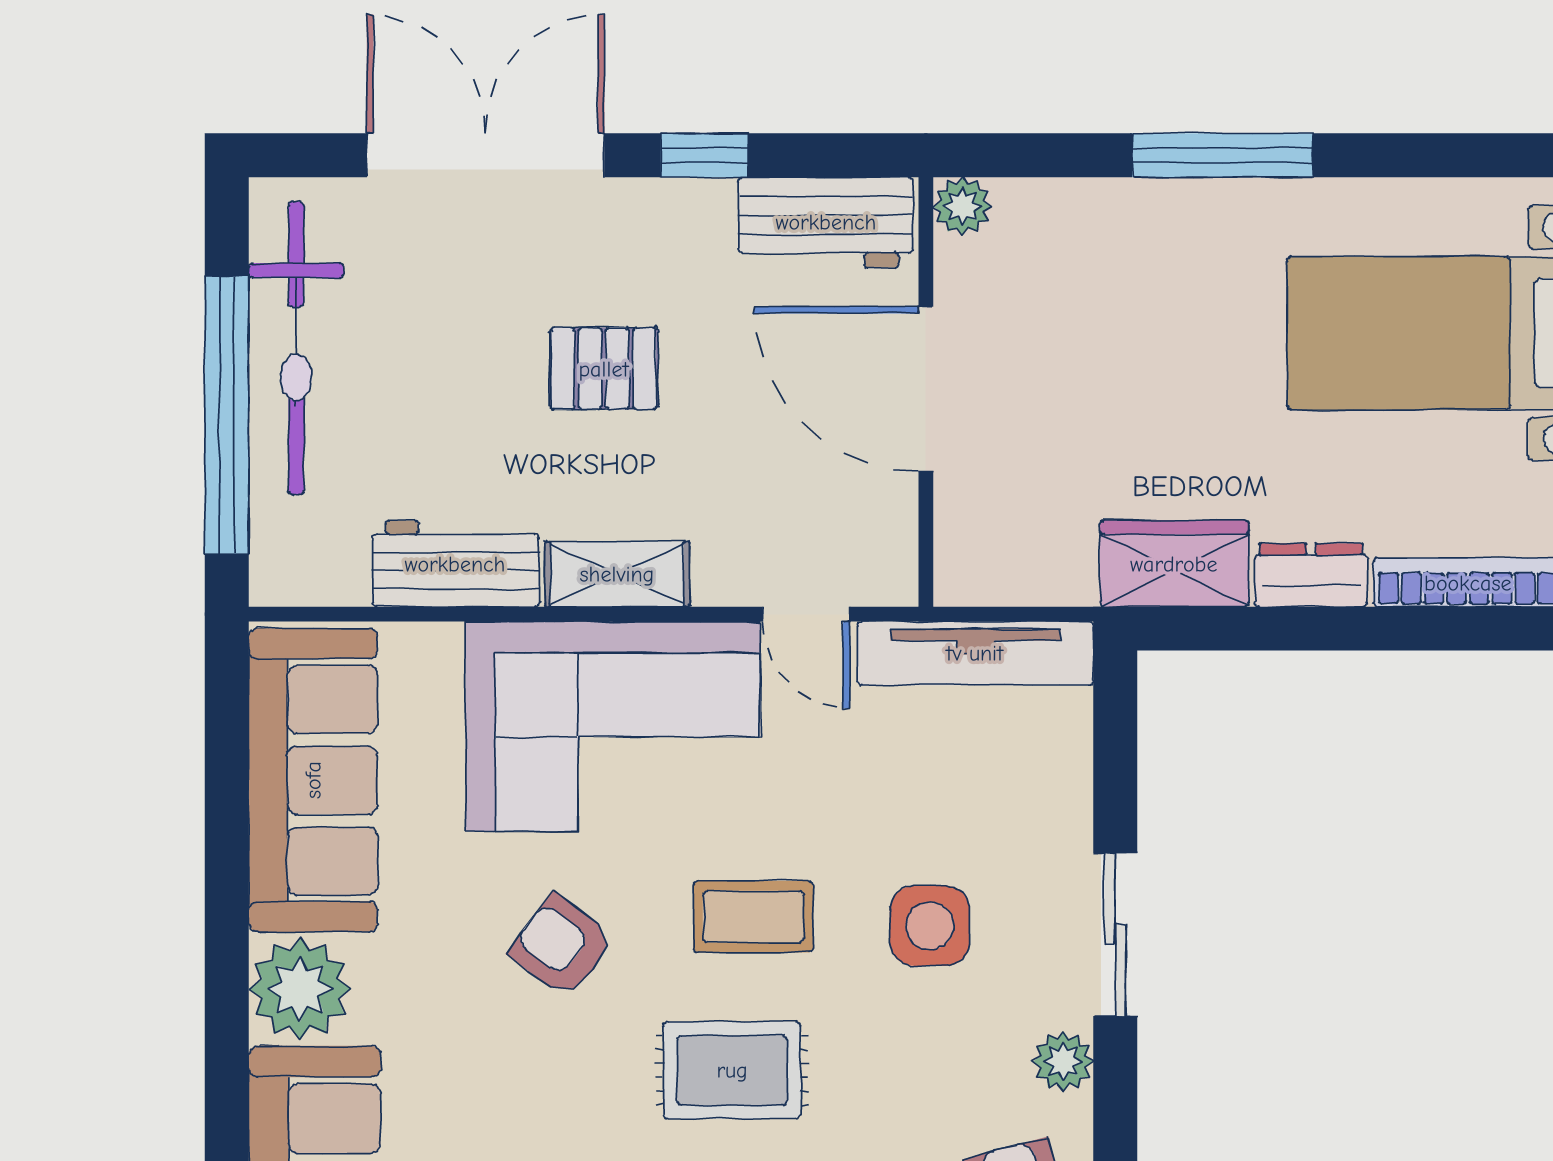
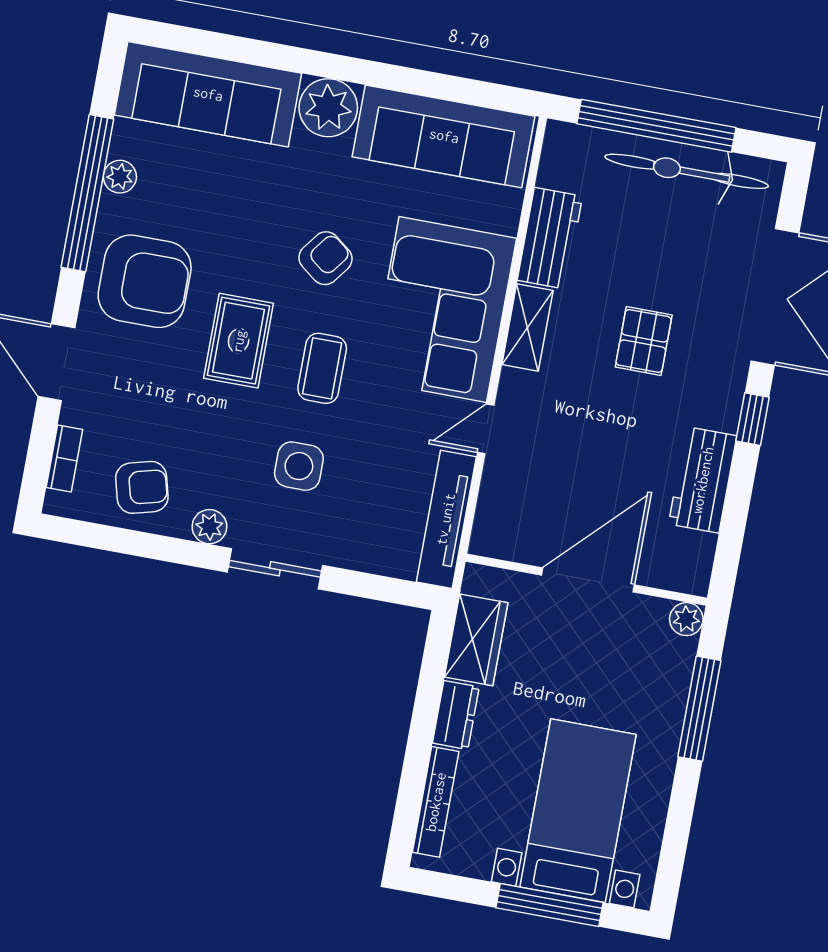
plant: (962, 206) -> (686, 619), moved
door: (926, 389) -> (588, 580), moved
wall: (926, 392) -> (586, 580), moved

